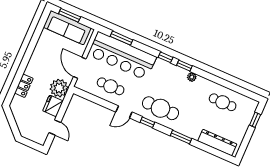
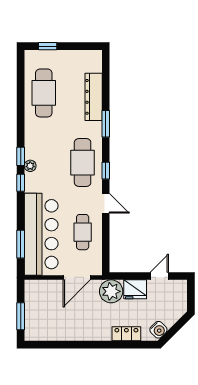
sofa: (67, 28) -> (36, 313), removed
plant: (192, 77) -> (30, 166), moved
cafe table: (223, 102) -> (44, 93), width x1.37, depth x1.35
water cooler: (17, 110) -> (158, 330), added
dresser: (217, 143) -> (94, 97), moved

